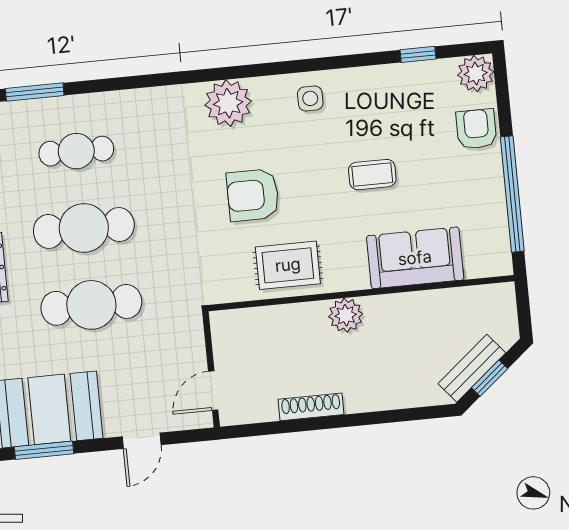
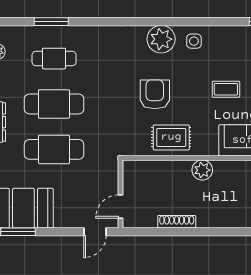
window: (35, 92) -> (51, 22), moved
plant: (228, 103) -> (161, 39), moved
armchair: (253, 195) -> (155, 94), turned 90
door: (142, 441) -> (95, 232), moved

